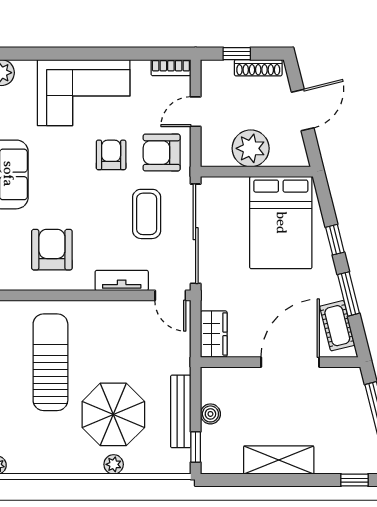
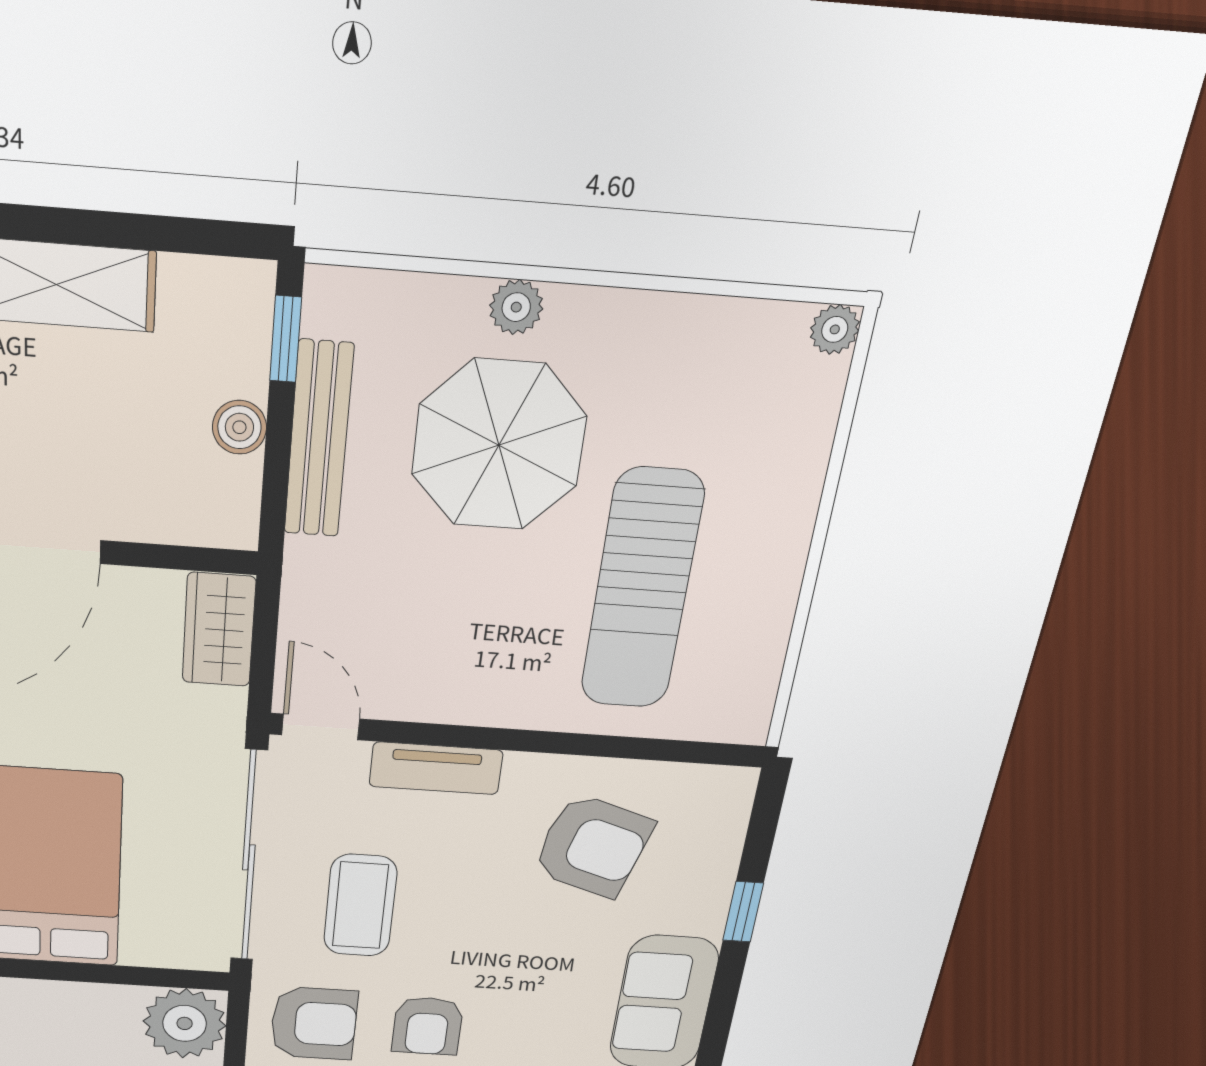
plant: (251, 148) -> (185, 1023), moved
armchair: (52, 250) -> (593, 846), turned -73

